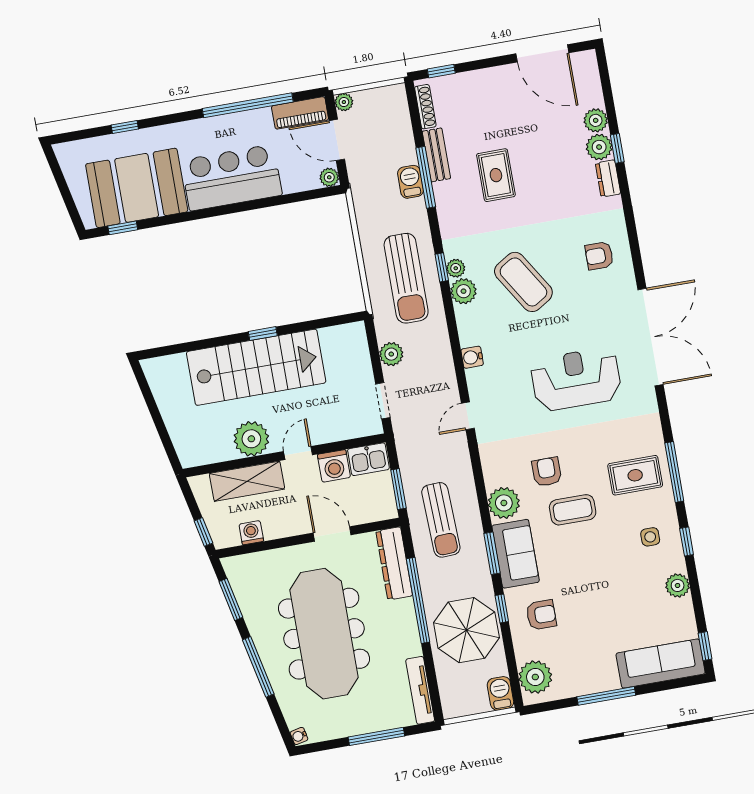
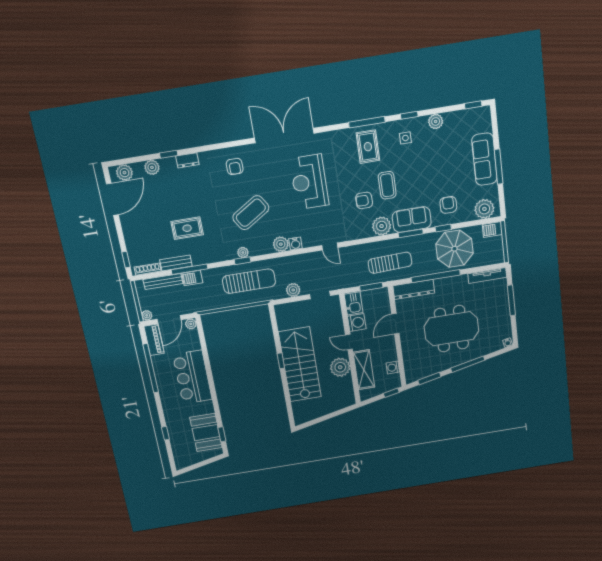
bench: (404, 132) -> (163, 282), added
plant: (599, 147) -> (124, 173), moved
booth: (137, 188) -> (206, 433), width x0.73, depth x0.70
plant: (464, 291) -> (281, 244), moved
meeting table: (324, 634) -> (451, 329), width x0.73
sofa: (661, 664) -> (484, 159), moved

